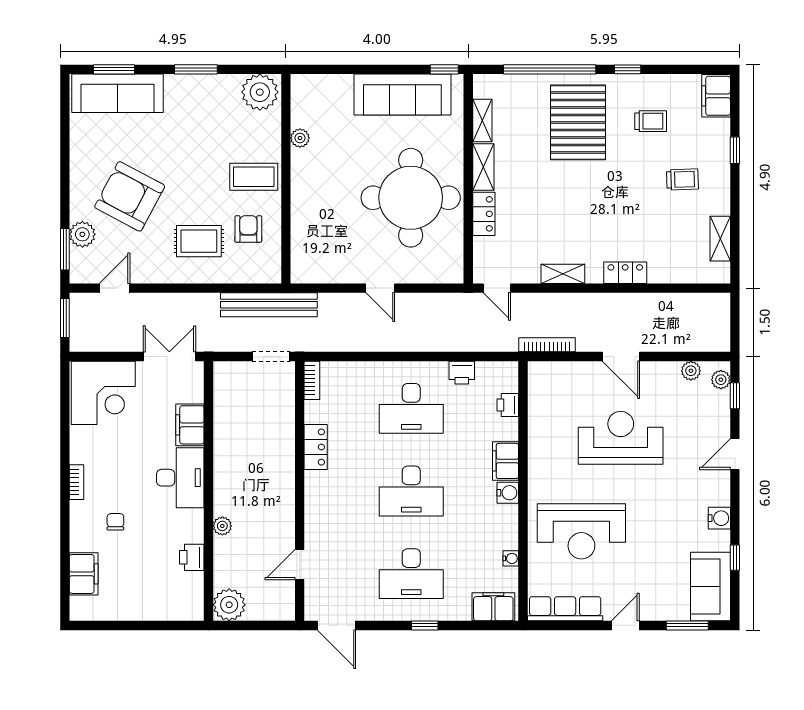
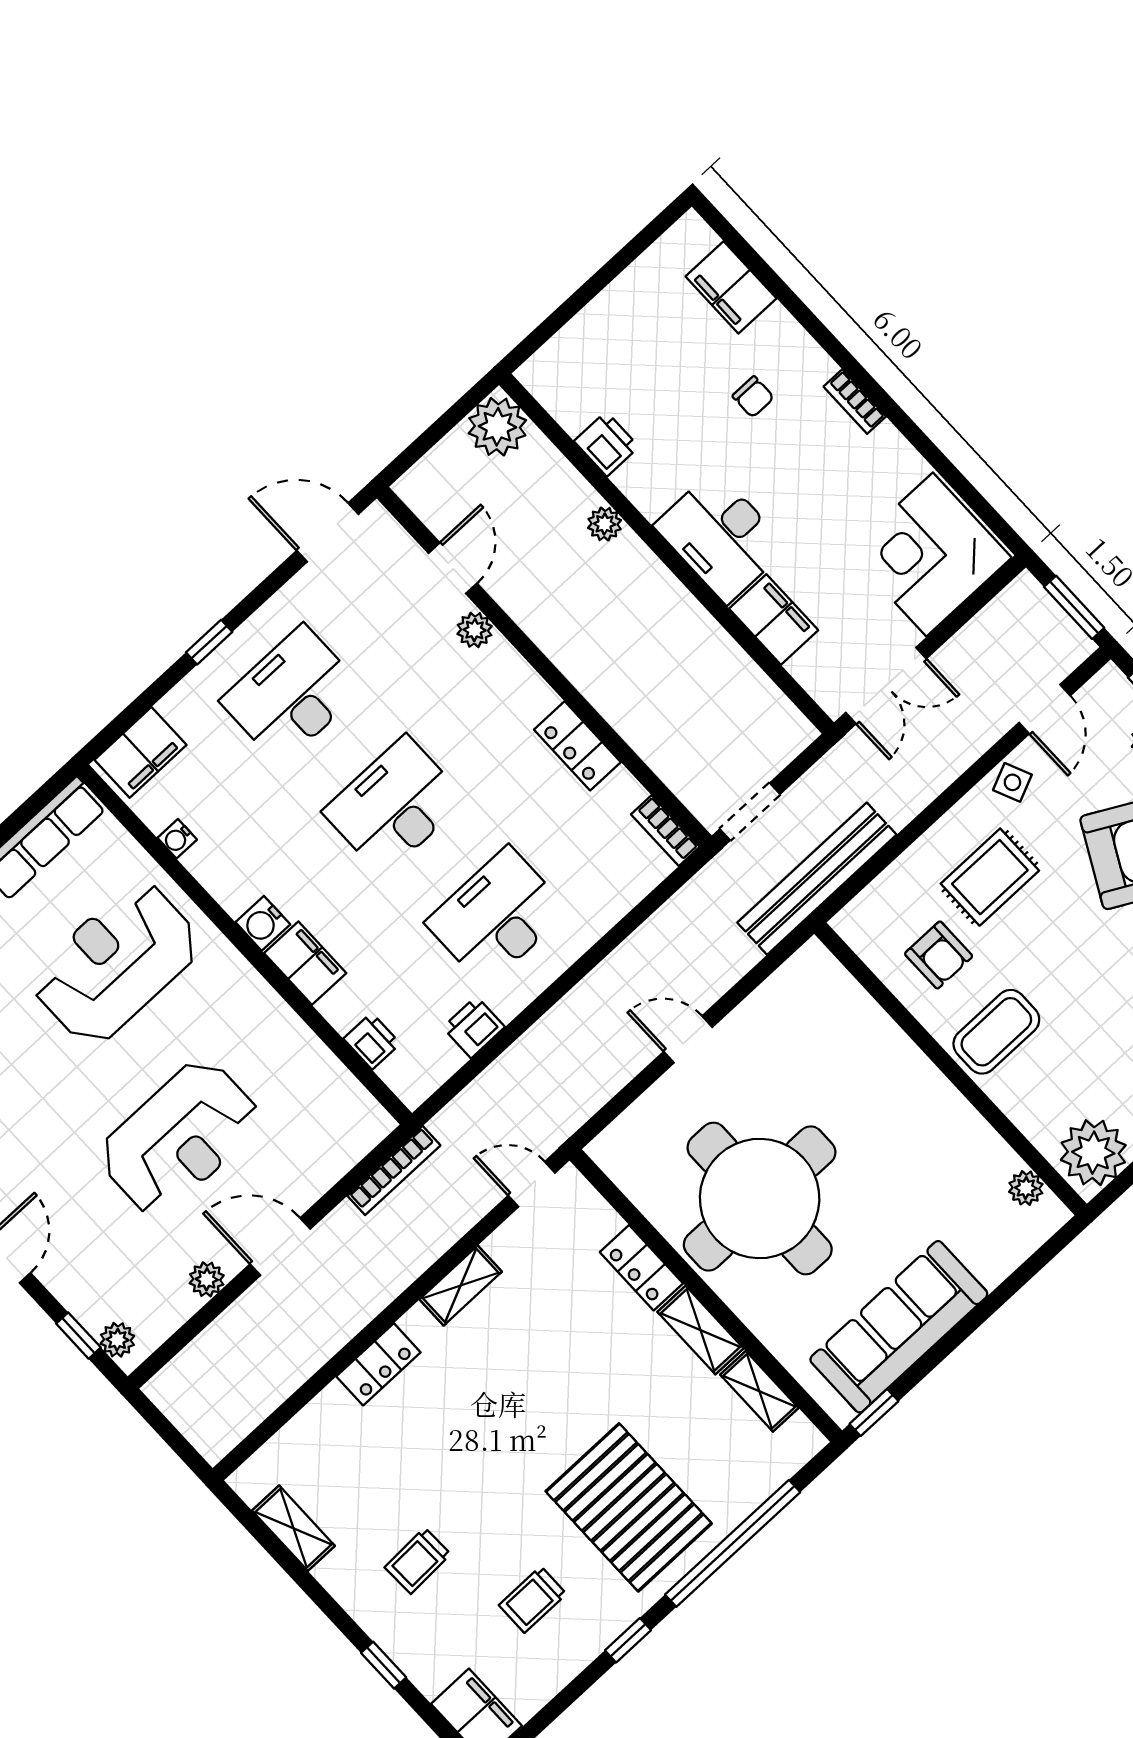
plant: (300, 138) -> (1026, 1188), moved
side table: (155, 271) -> (1012, 782), added
plant: (691, 371) -> (207, 1279), moved
plant: (314, 532) -> (475, 630), added

